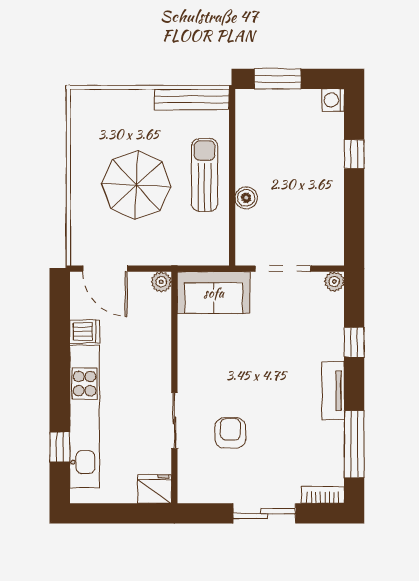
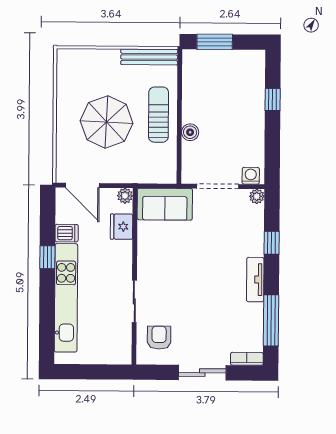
washing machine: (333, 100) -> (251, 176), moved, turned 90
armchair: (230, 433) -> (159, 338), moved
window: (60, 447) -> (47, 257), moved
fridge: (155, 489) -> (122, 227), moved, turned -90

